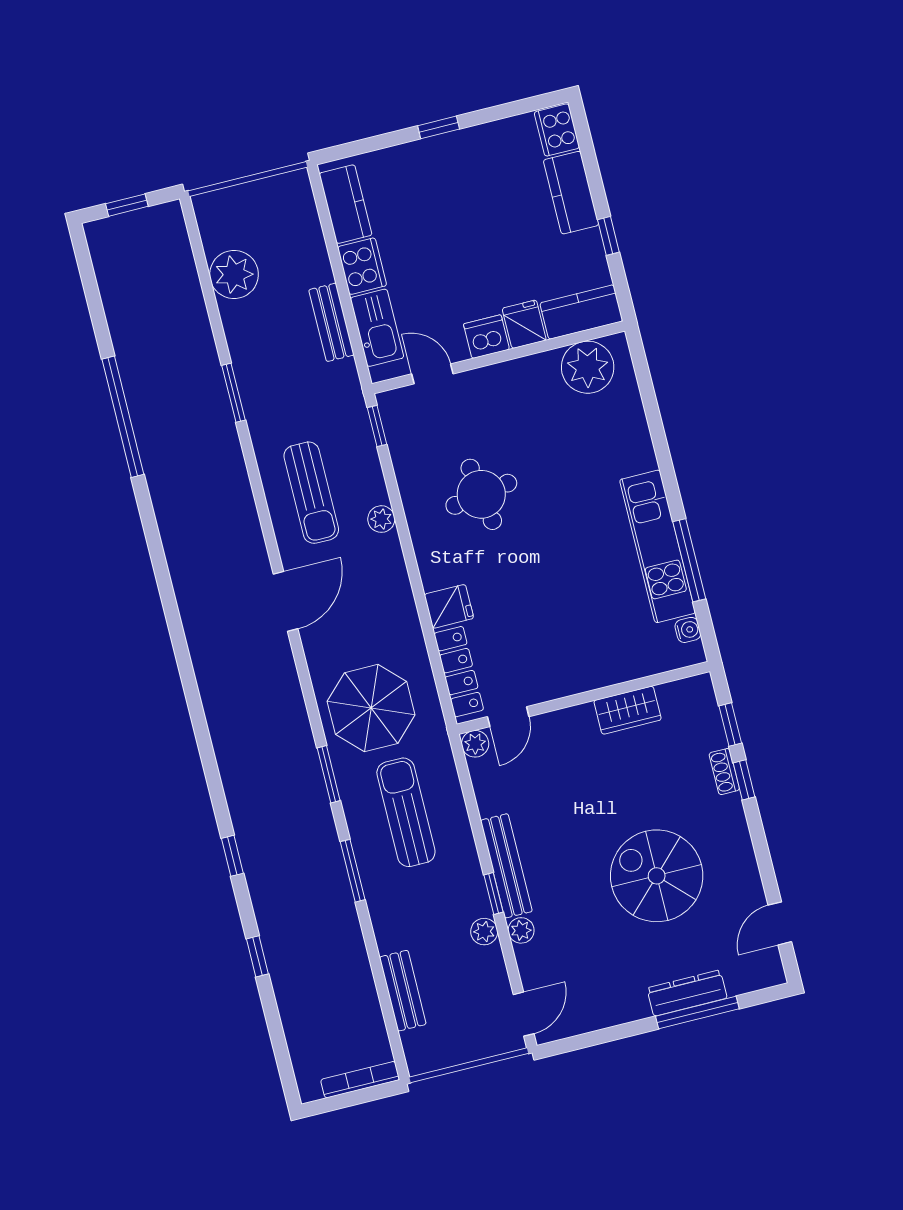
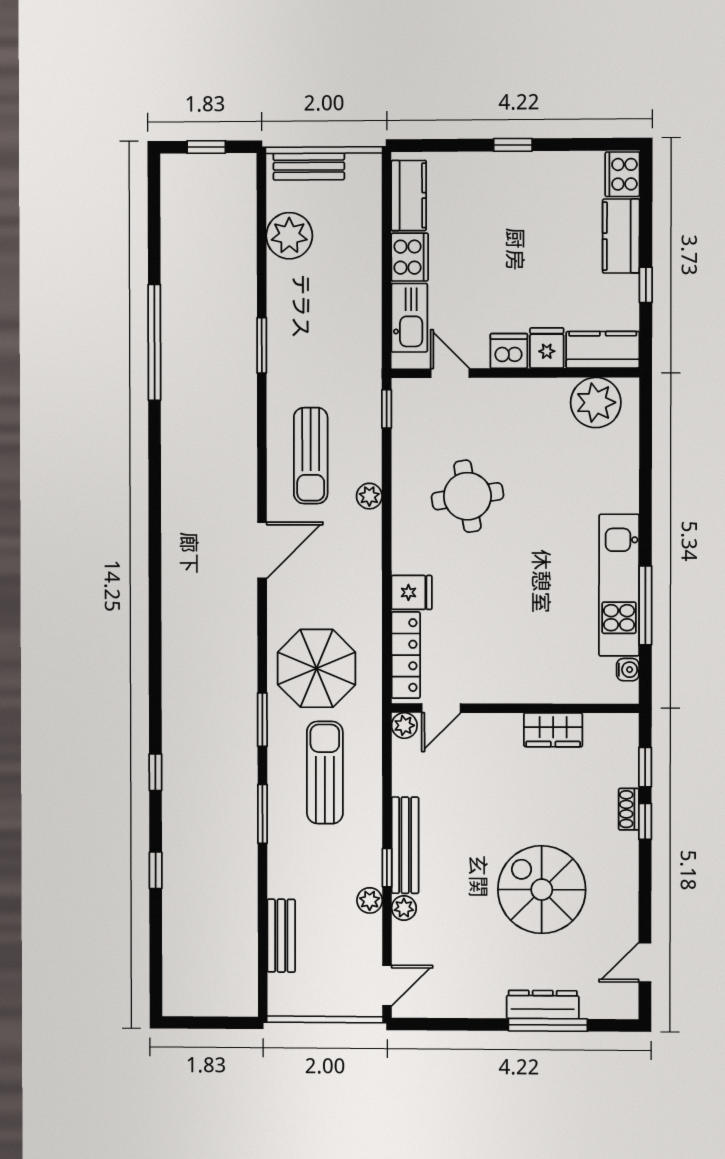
bench: (331, 322) -> (309, 166), moved, turned 90
bookcase: (360, 1080) -> (222, 1007), removed

